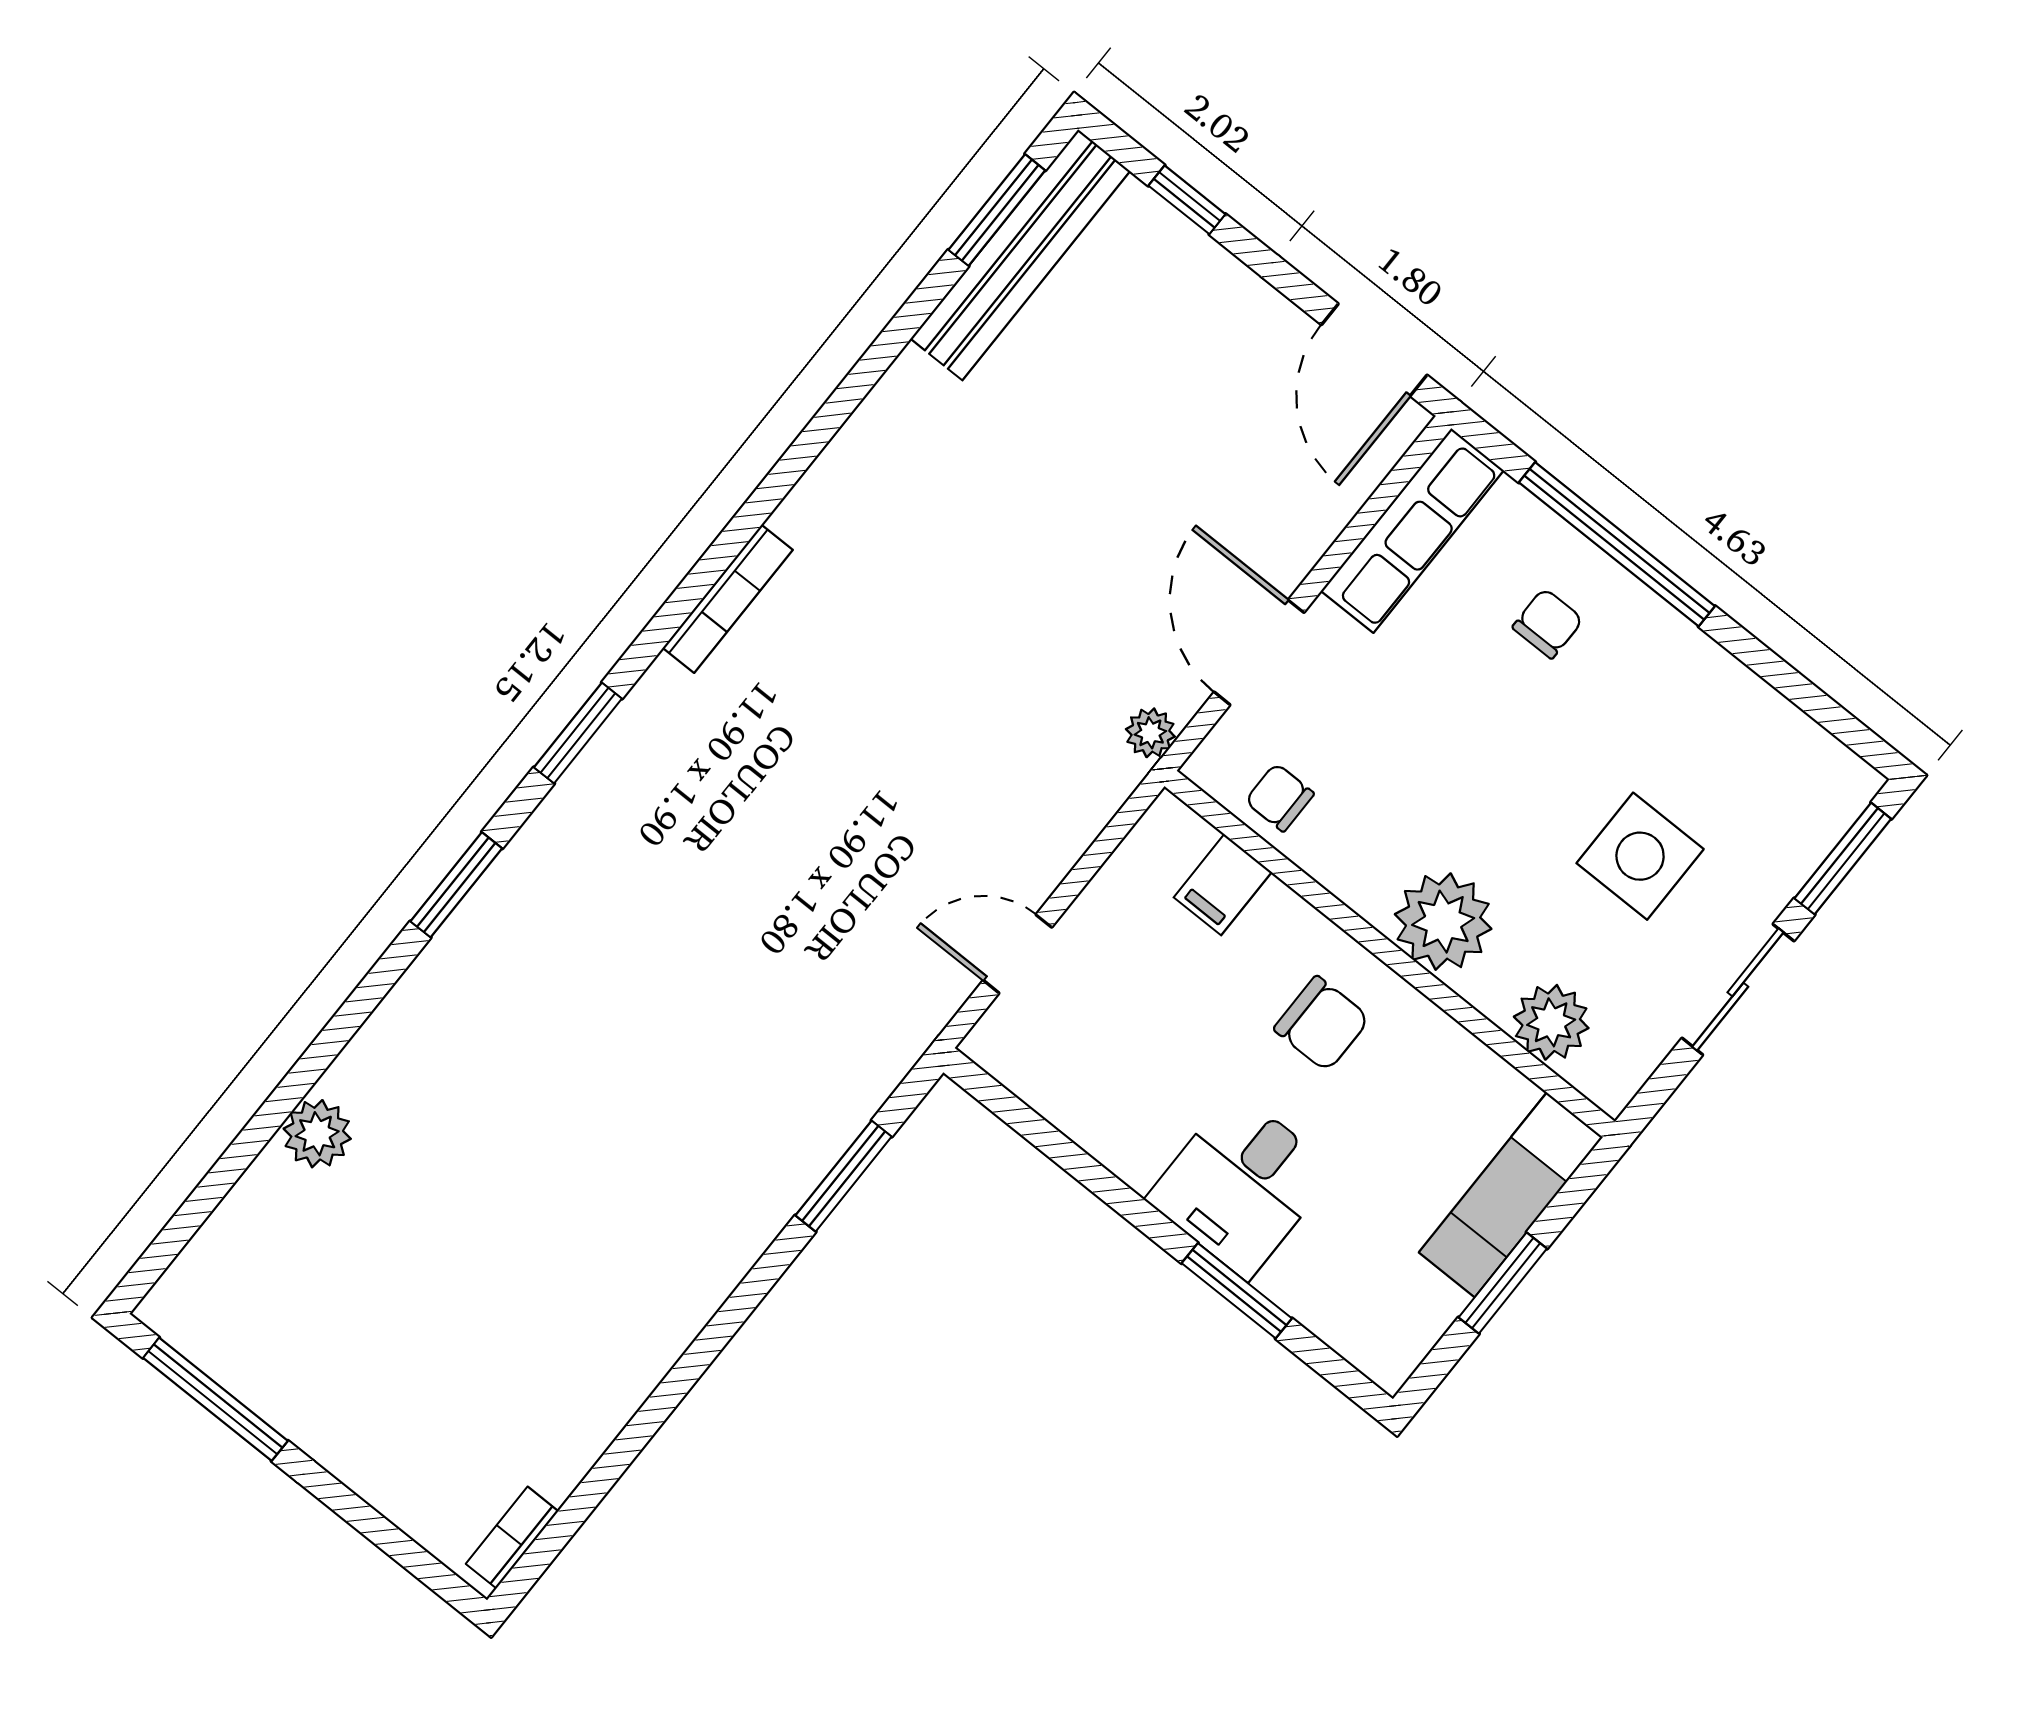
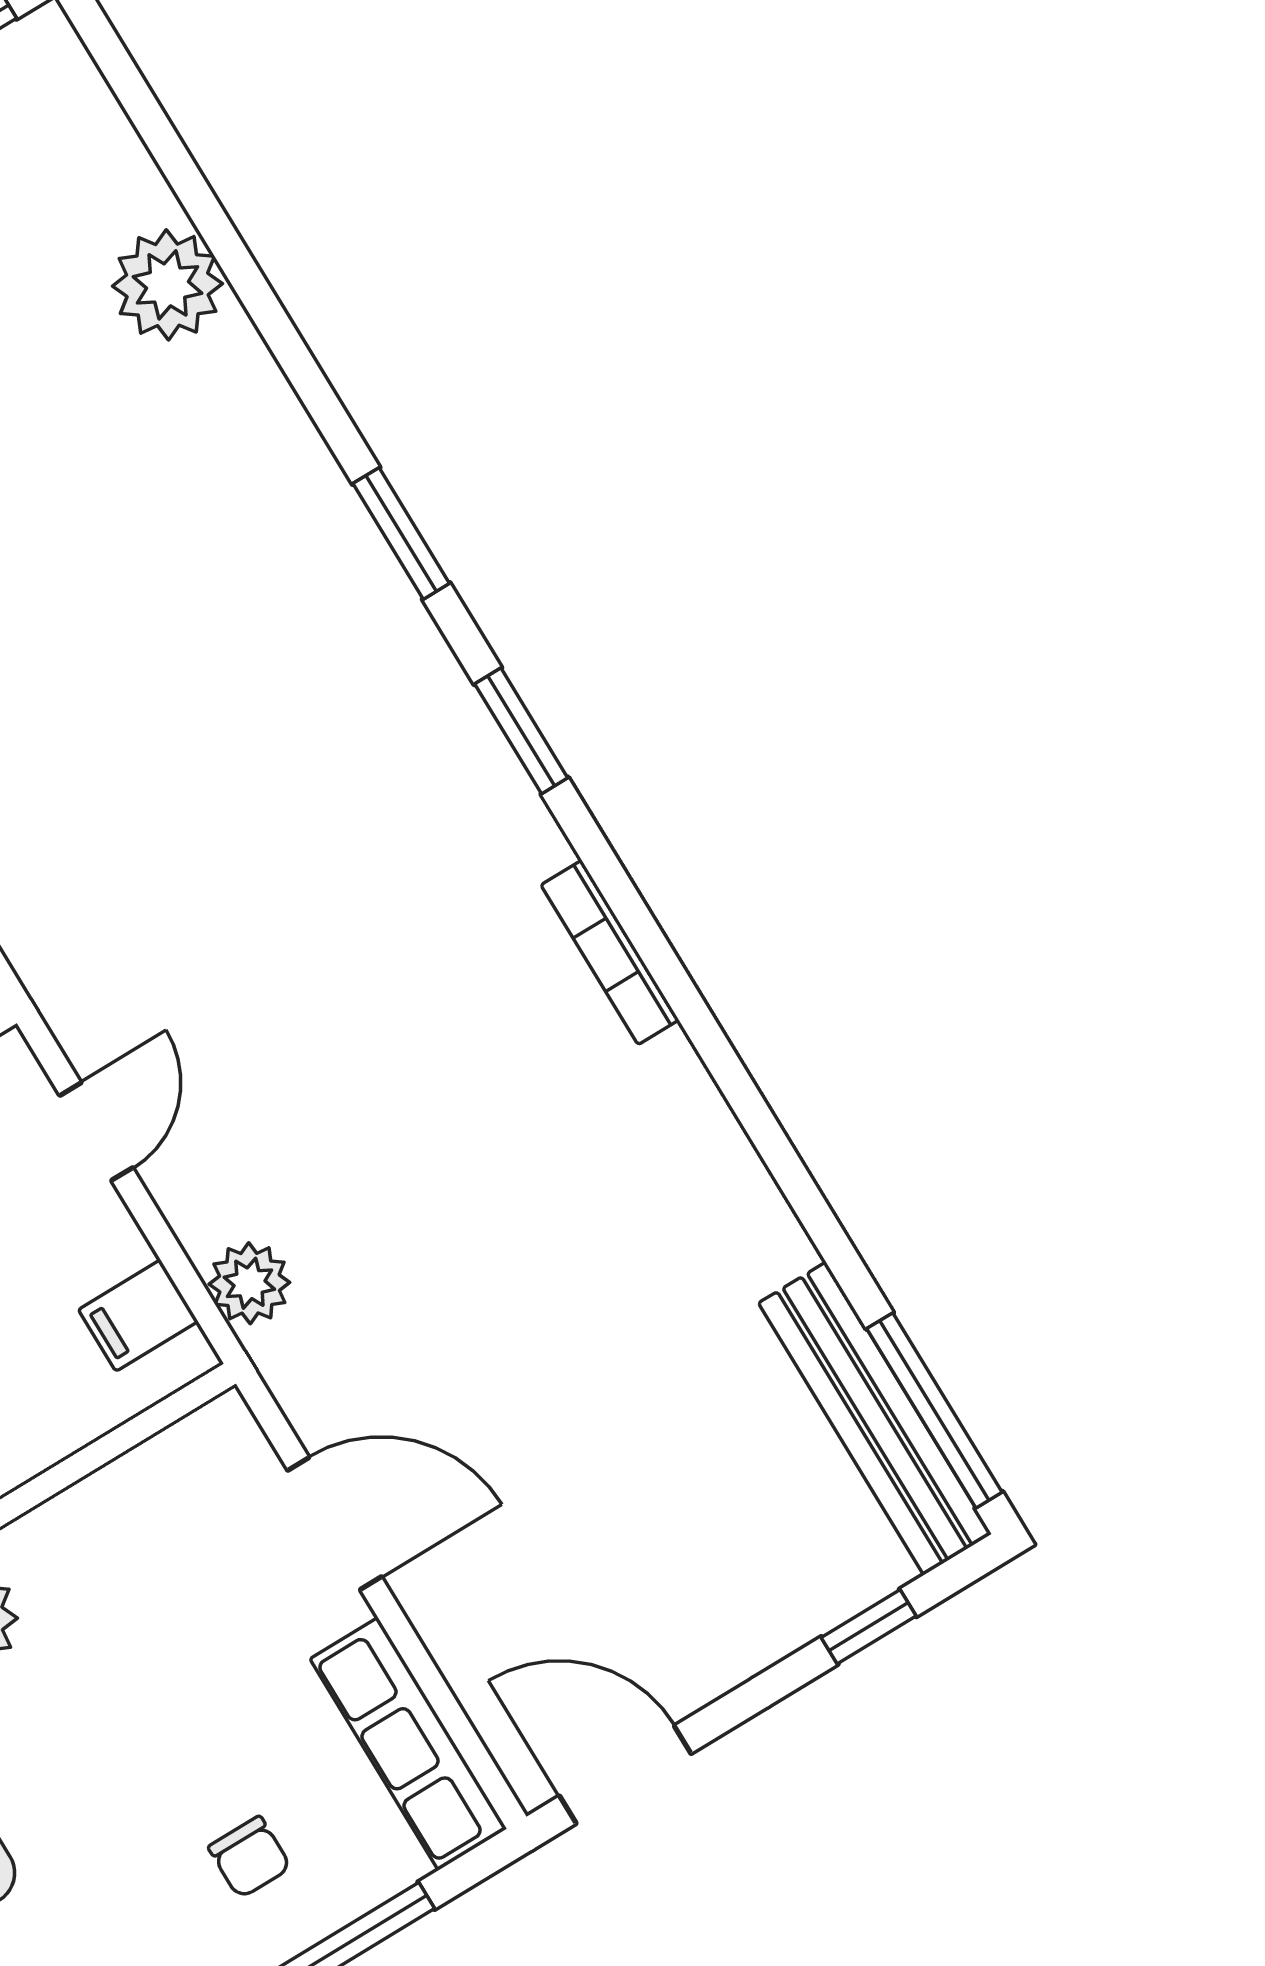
window: (997, 210) -> (934, 1410), width x1.44
plant: (1150, 733) -> (249, 1283), moved, width x1.38, depth x1.38
chair: (1280, 797) -> (164, 1487), removed
filing cabinet: (1223, 885) -> (138, 1316), moved, turned -90
plant: (317, 1134) -> (167, 285), width x1.36, depth x1.36

